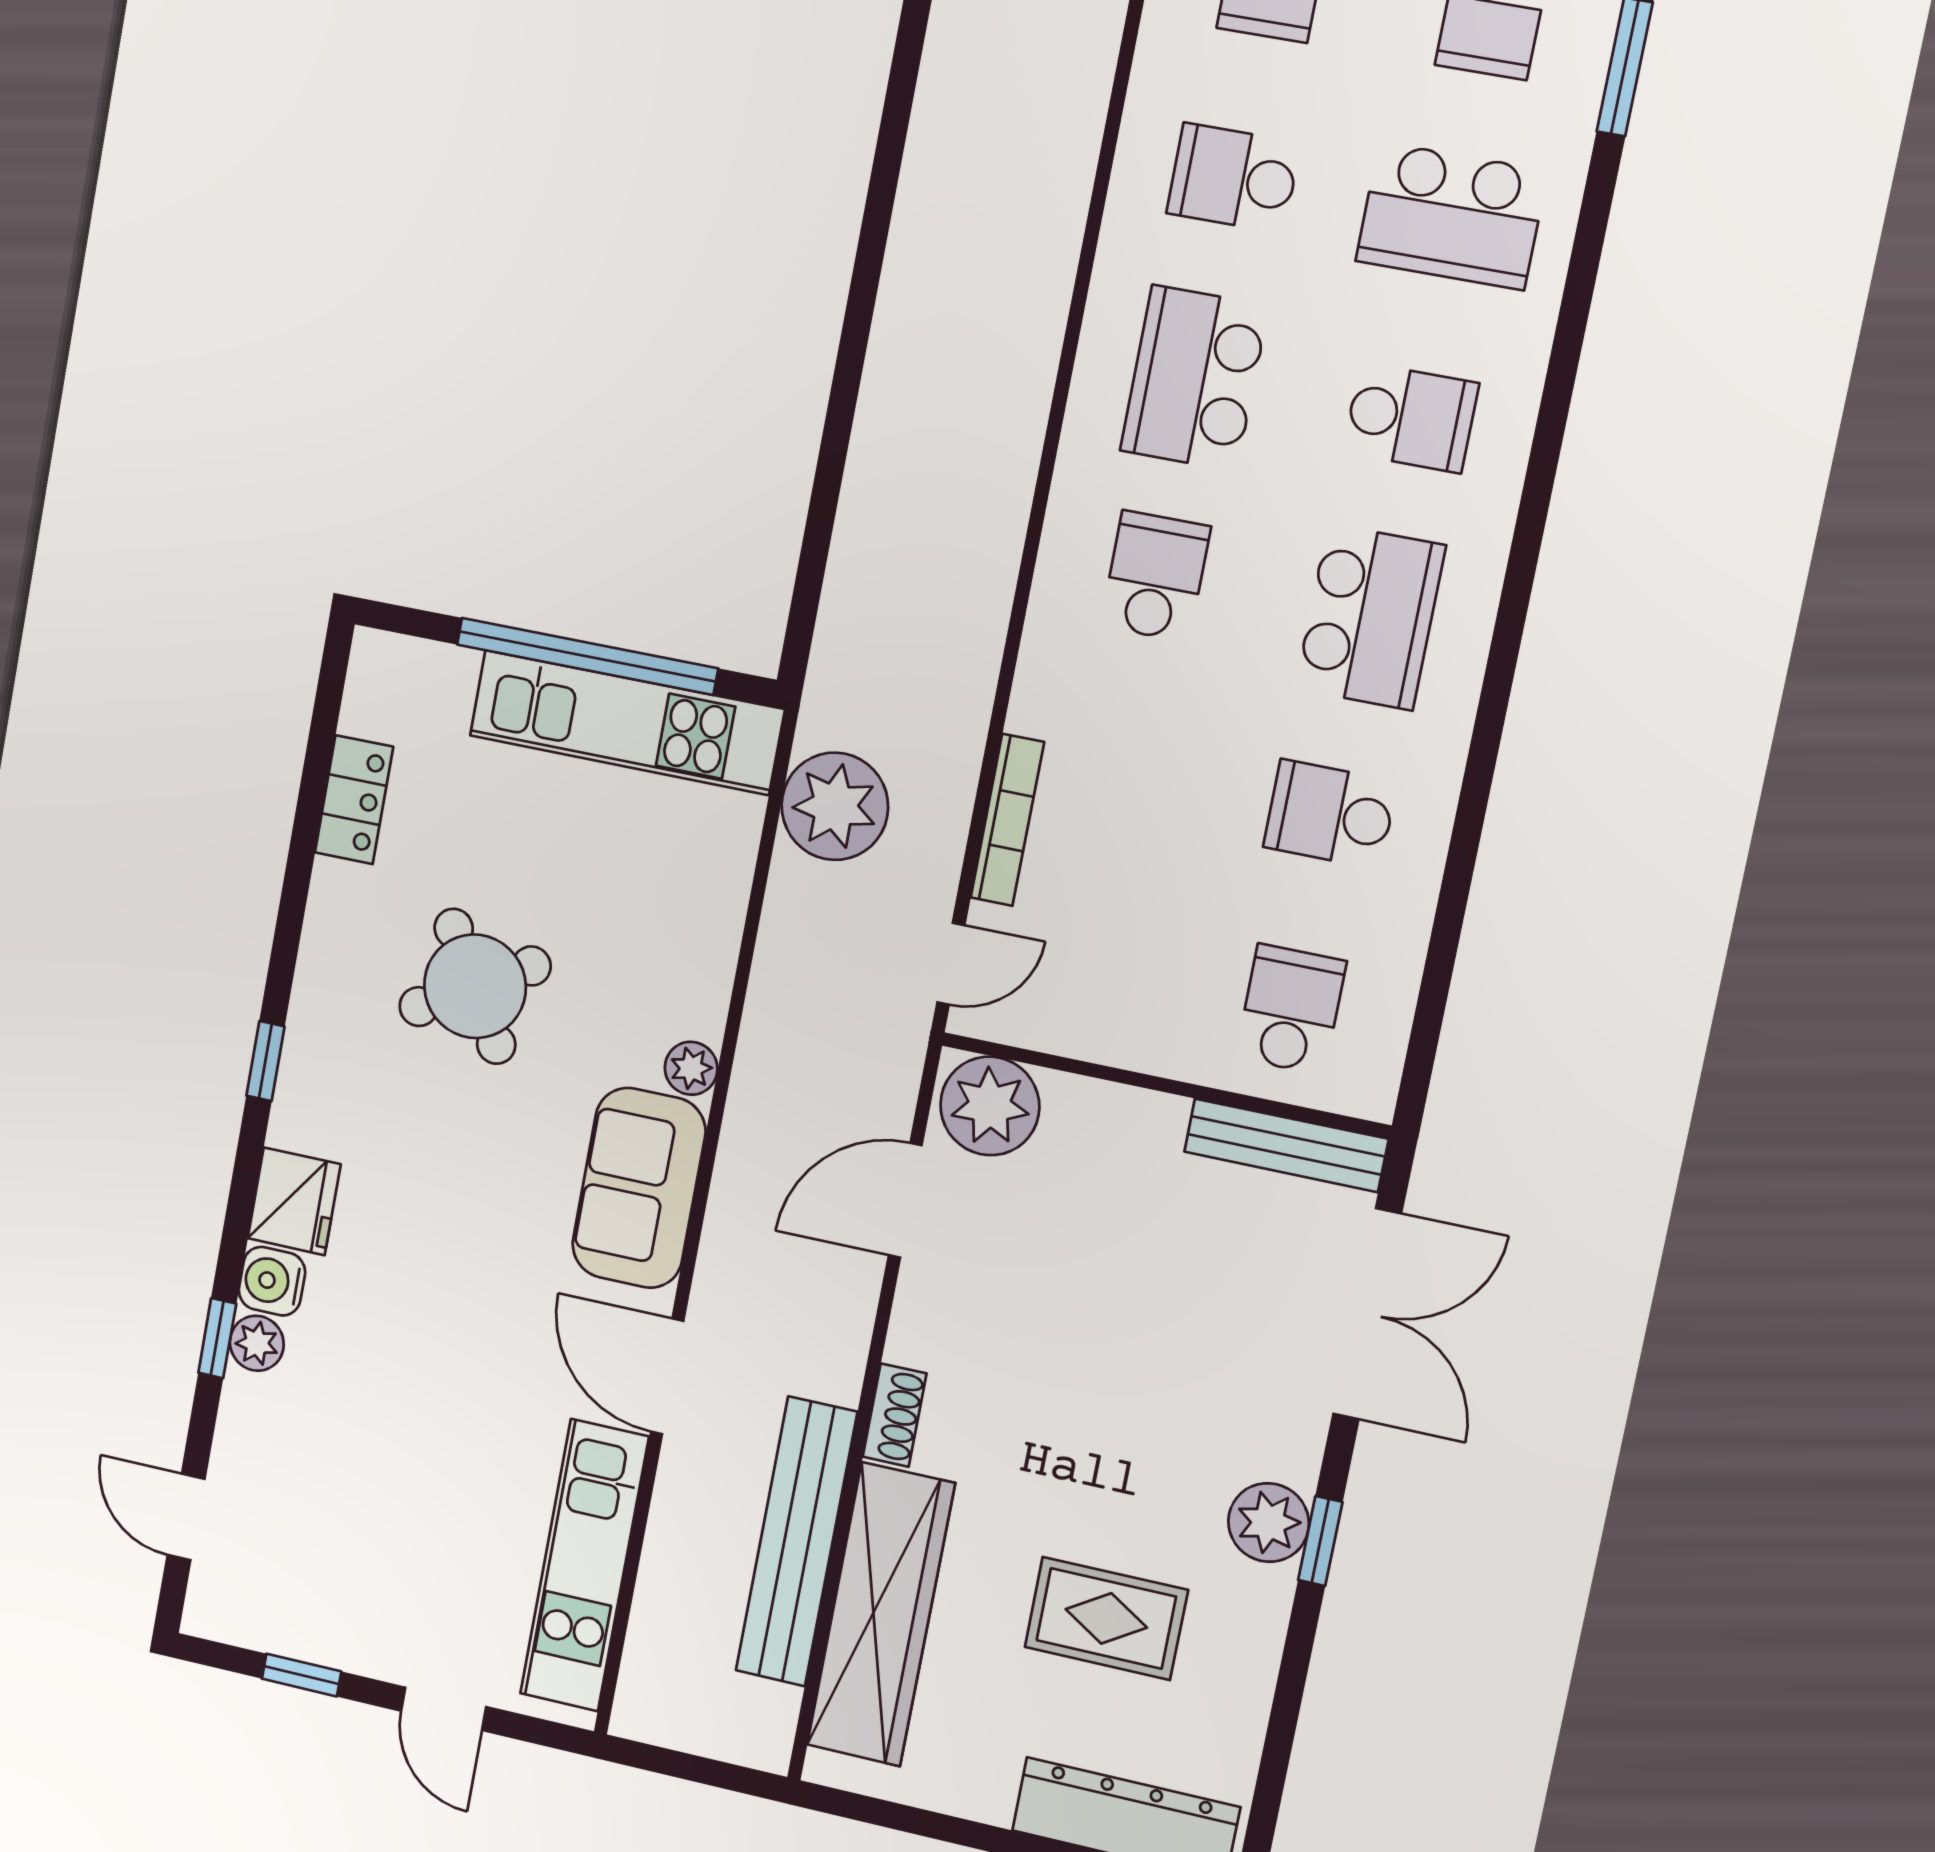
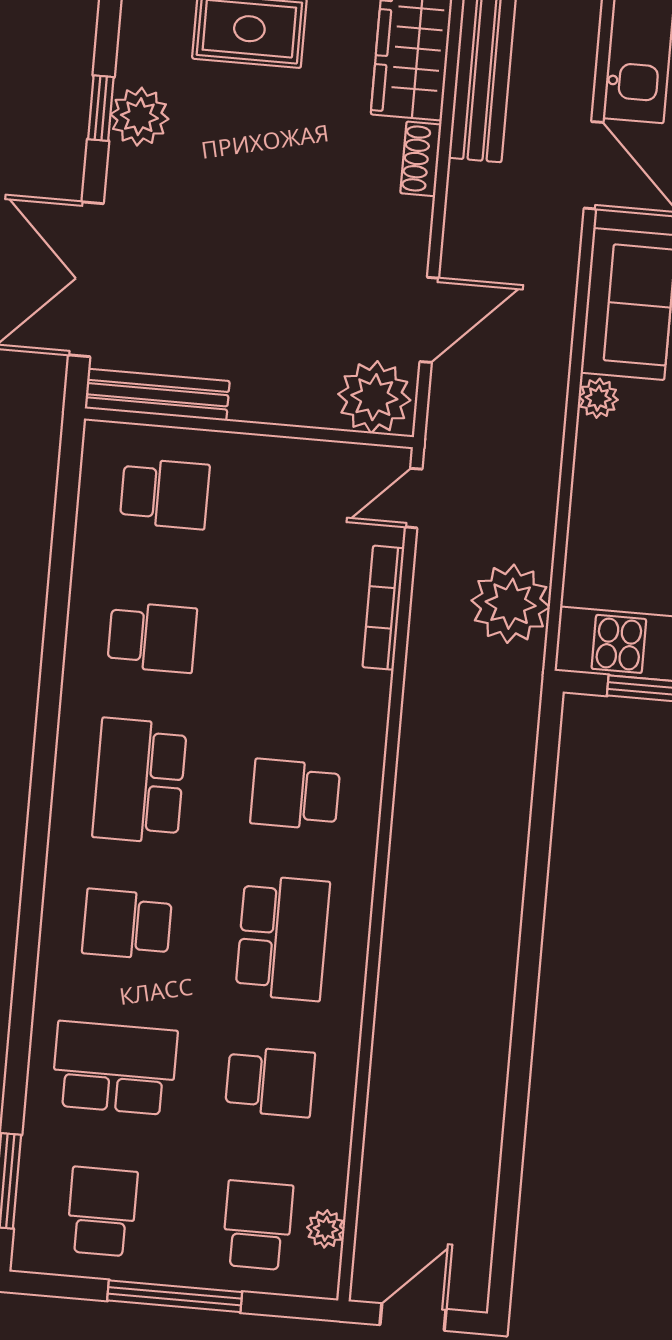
school desk: (1155, 576) -> (295, 794), turned 90
school desk: (1291, 1009) -> (165, 494), turned -90

